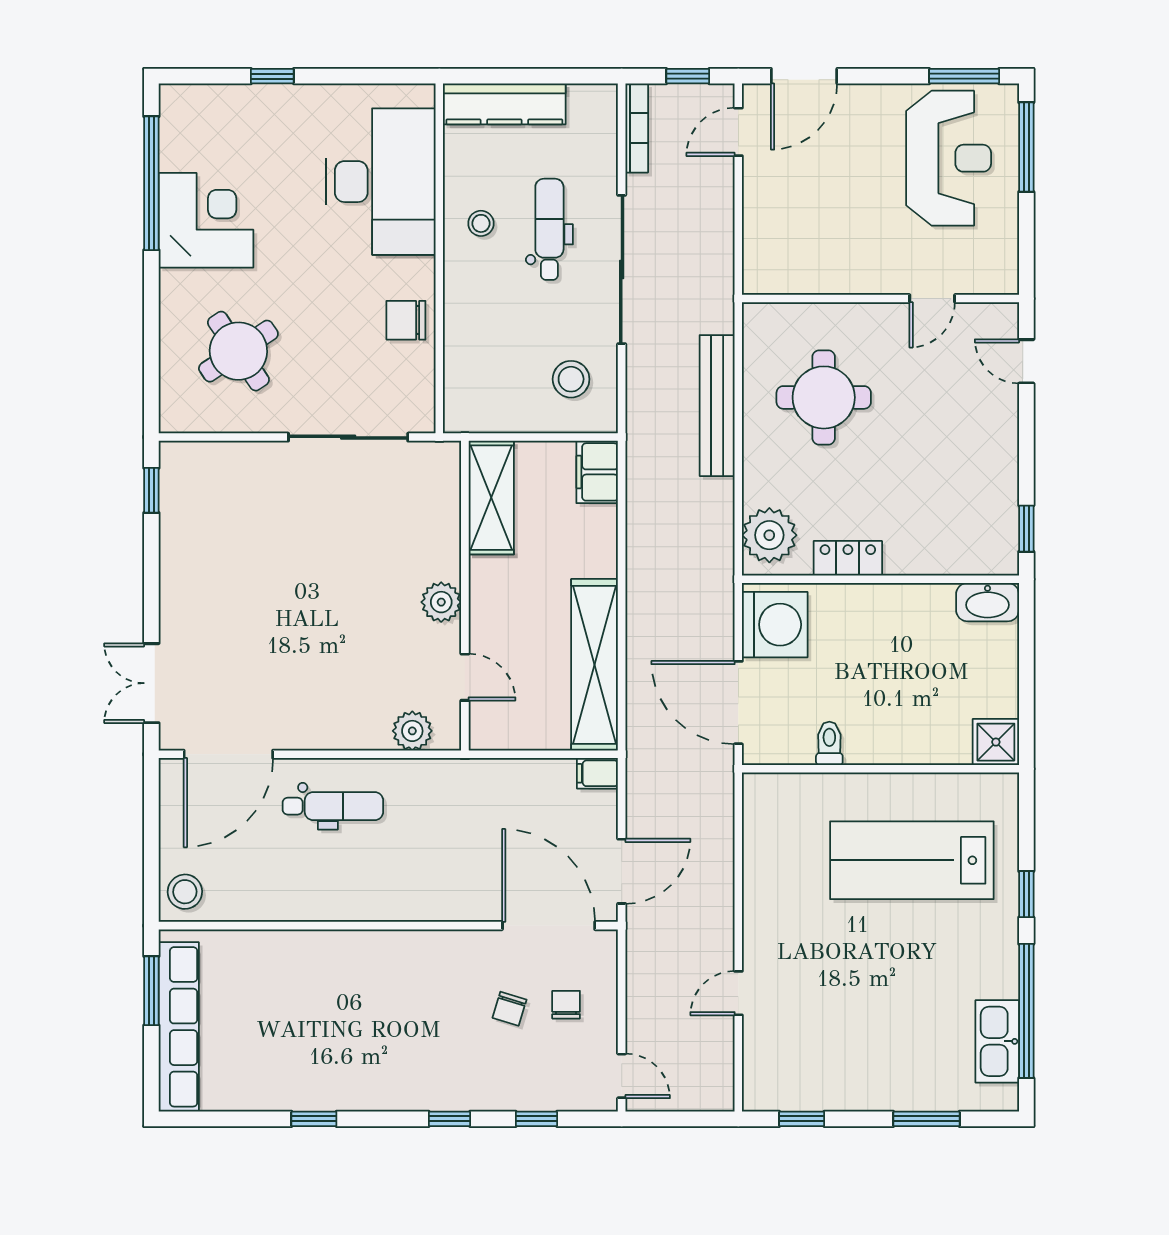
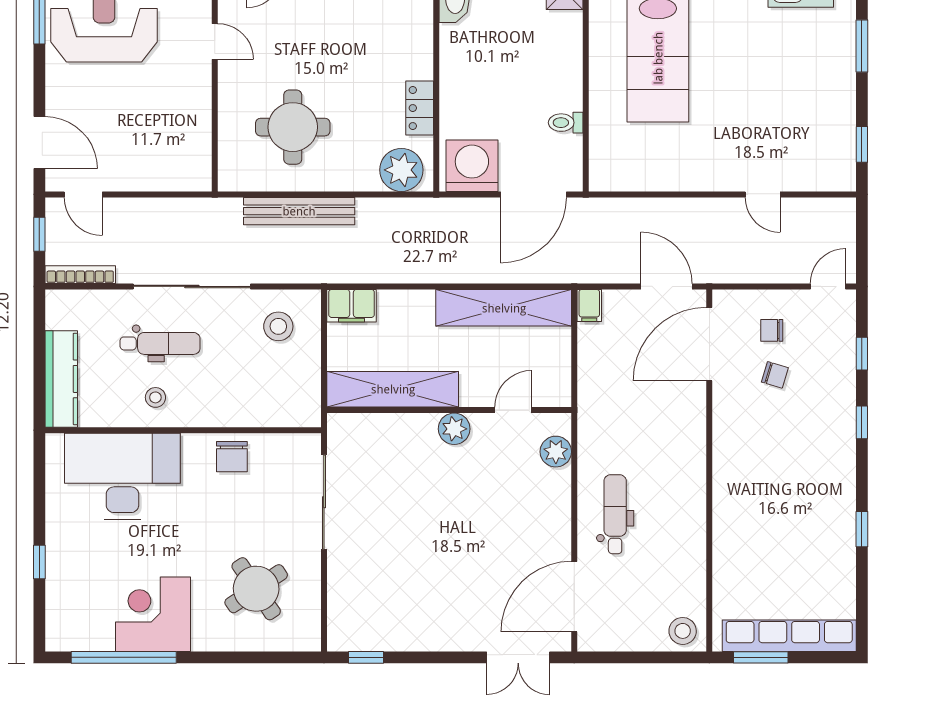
dental chair: (549, 229) -> (160, 343), turned 180
shelving: (491, 498) -> (393, 389), width x1.47
door: (228, 754) -> (574, 597), swing flipped

